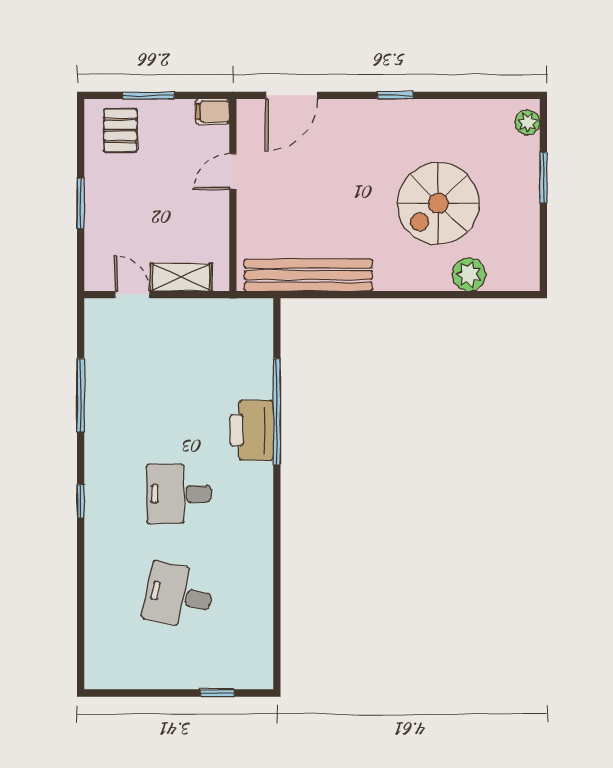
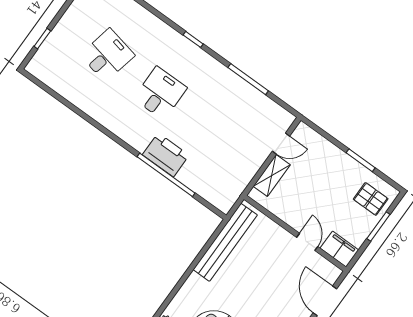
filing cabinet: (213, 112) -> (339, 249), width x2.00
window: (81, 203) -> (361, 160), moved

